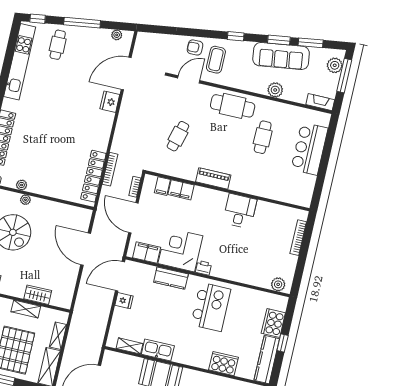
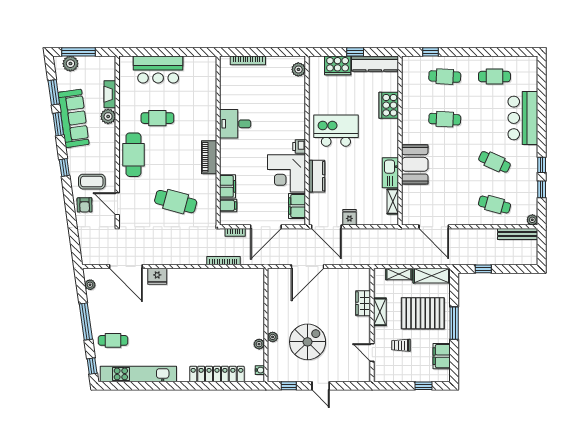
fireplace: (320, 102) -> (110, 94), moved
cafe table: (178, 136) -> (176, 202), width x1.37, depth x1.35
locker: (93, 176) -> (234, 276), removed

